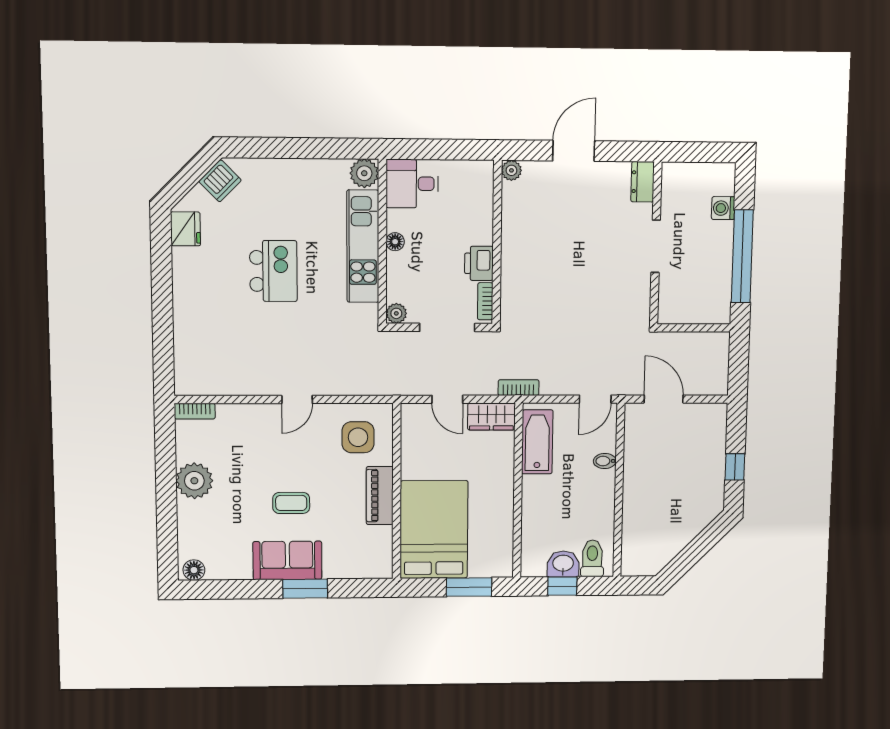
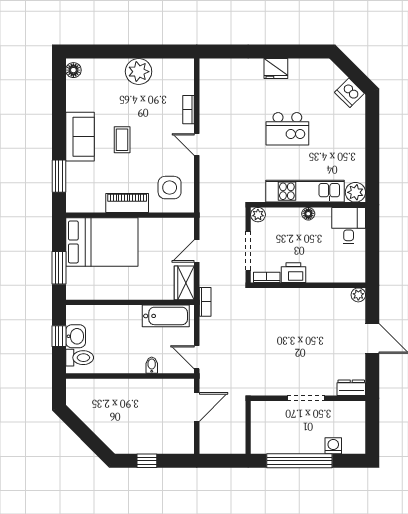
fridge: (185, 229) -> (276, 69), moved
bookcase: (195, 411) -> (189, 110), moved
window: (305, 589) -> (59, 176), moved

